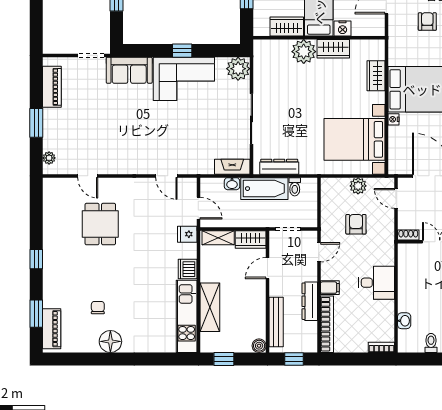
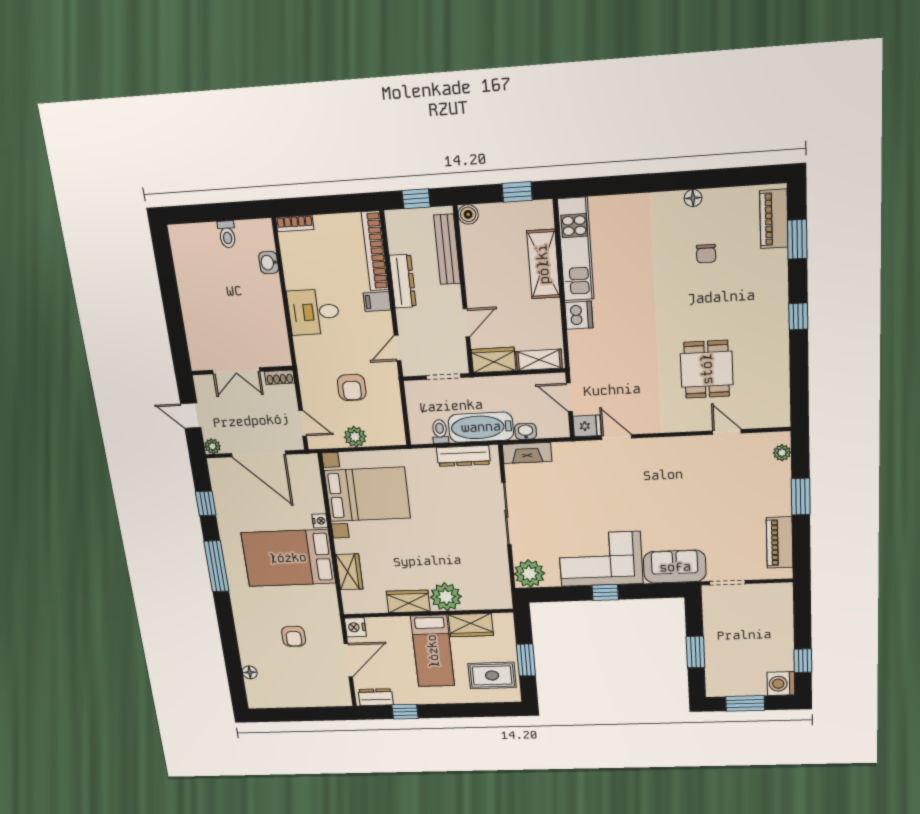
nightstand: (343, 28) -> (356, 627), moved, turned -90
fridge: (187, 234) -> (587, 426), moved
floor lamp: (110, 341) -> (693, 198), width x0.53, depth x0.53

